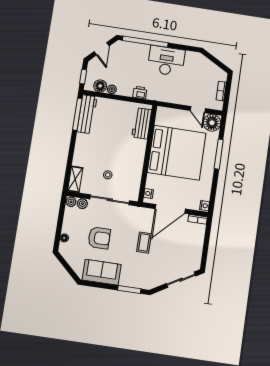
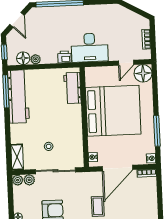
desk: (166, 61) -> (90, 48), moved, turned 180
door: (198, 110) -> (126, 63), hinge flipped
workbench: (87, 114) -> (18, 97), width x1.36, depth x1.32
window: (219, 154) -> (157, 131), moved

